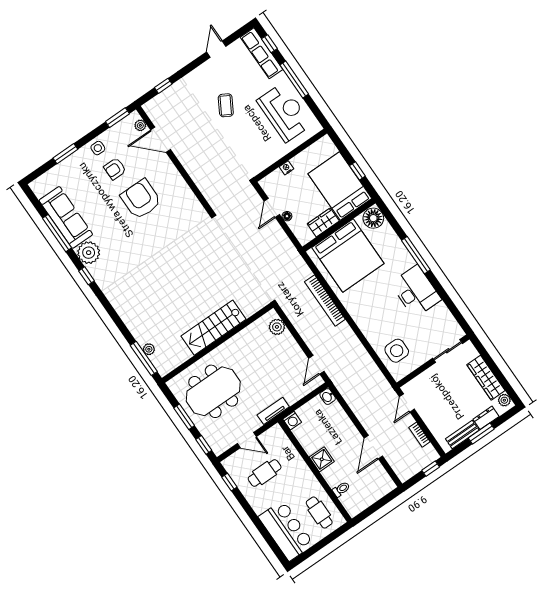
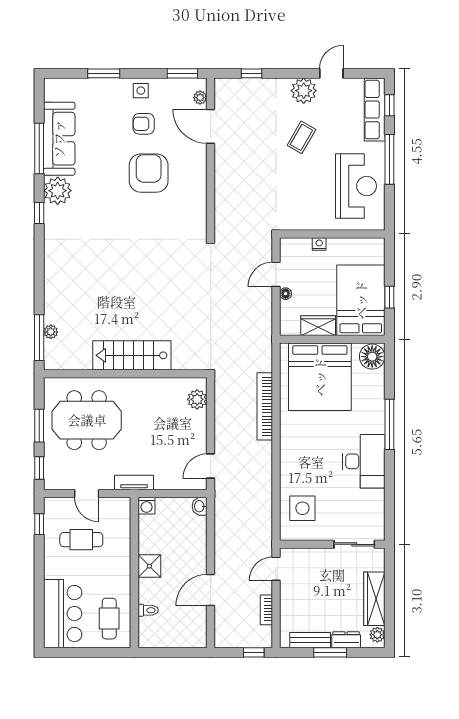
plant: (206, 73) -> (304, 91), added

